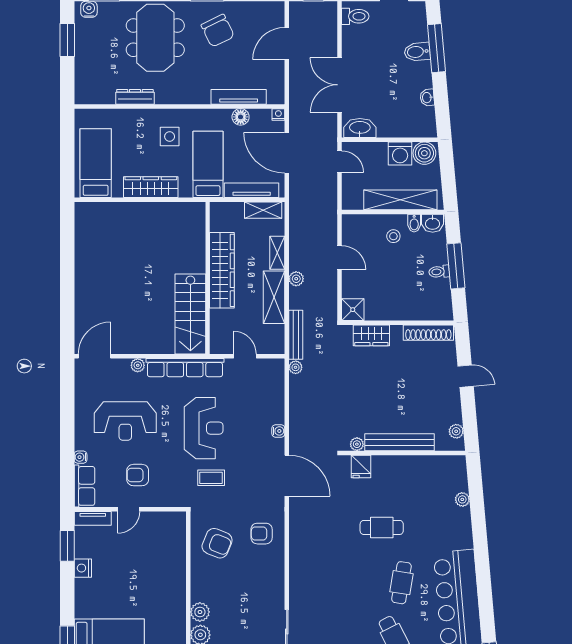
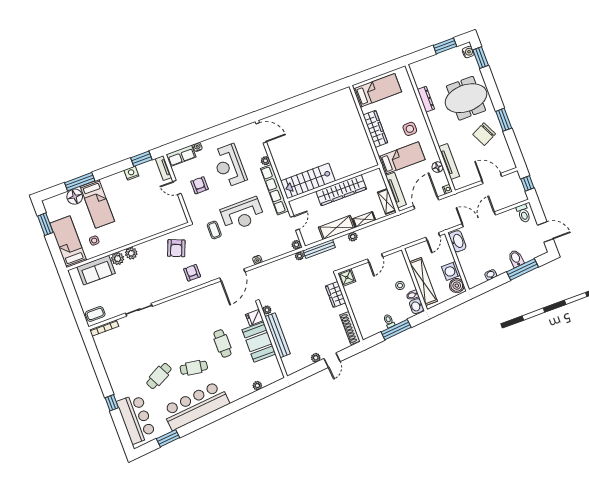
plant: (277, 366) -> (296, 245), added
plant: (456, 431) -> (316, 358), moved
booth: (399, 473) -> (259, 342), added

